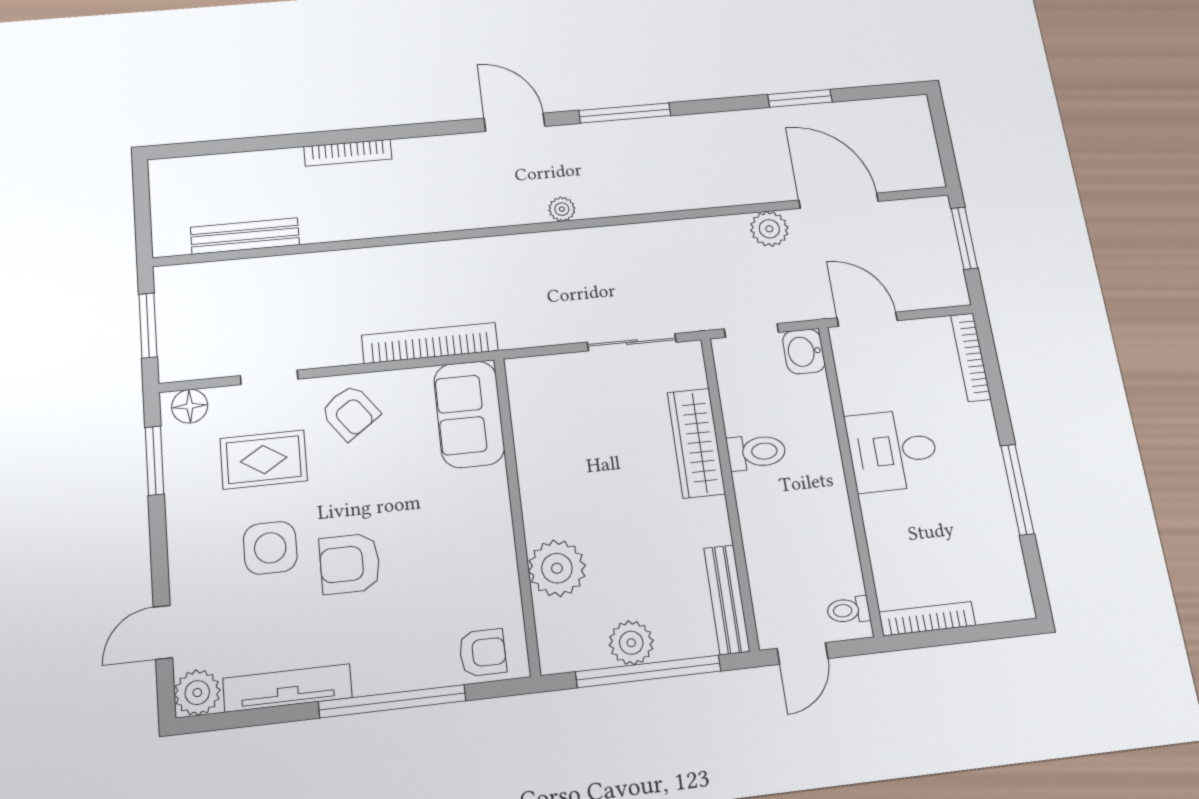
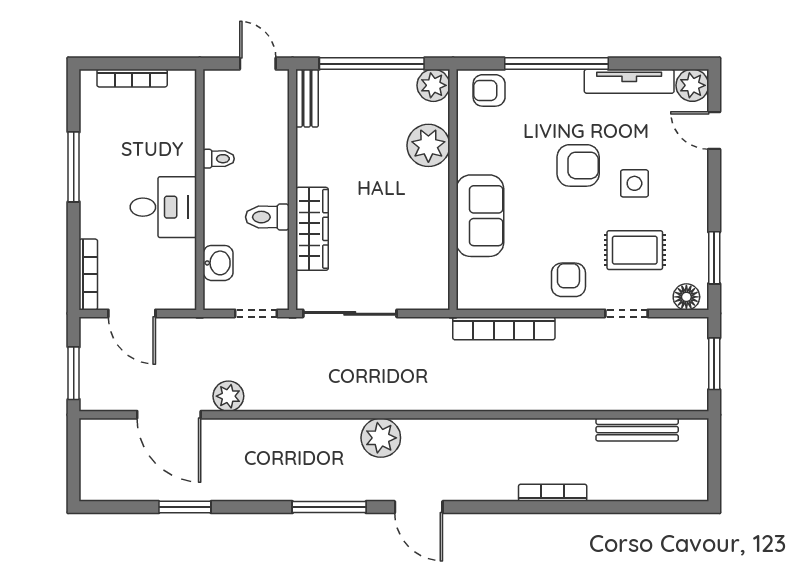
plant: (562, 209) -> (381, 438), width x1.87, depth x1.87
door: (867, 319) -> (132, 313), moved
sliding door: (632, 342) -> (350, 313), width x1.37
washbasin: (804, 351) -> (218, 263), moved
armchair: (350, 412) -> (568, 280), turned 36
sofa: (469, 414) -> (480, 216), moved
side table: (270, 548) -> (634, 183), width x0.73, depth x0.73
bench: (727, 599) -> (307, 98), width x0.73
toilet: (848, 610) -> (219, 159), moved
bookcase: (927, 619) -> (132, 78), moved
door: (163, 632) -> (714, 131), swing flipped
plant: (631, 643) -> (433, 85), moved
door: (803, 653) -> (258, 64), hinge flipped

